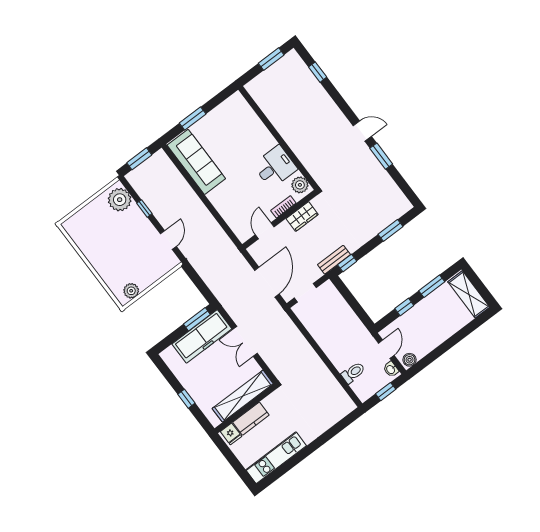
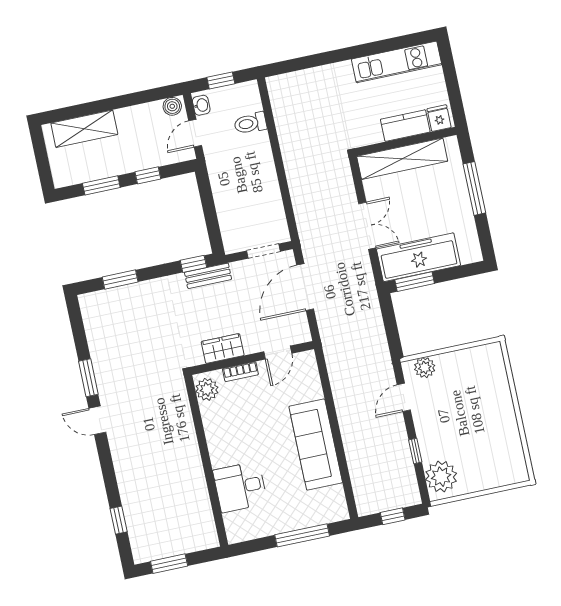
window: (193, 118) -> (302, 535), width x1.44
window: (139, 159) -> (393, 516), width x0.67
sofa: (196, 162) -> (316, 445), moved
desk: (275, 167) -> (240, 487), moved
plant: (131, 291) -> (425, 368), moved
shelving: (469, 294) -> (84, 129), moved, turned 90
window: (186, 399) -> (474, 188), width x2.17

